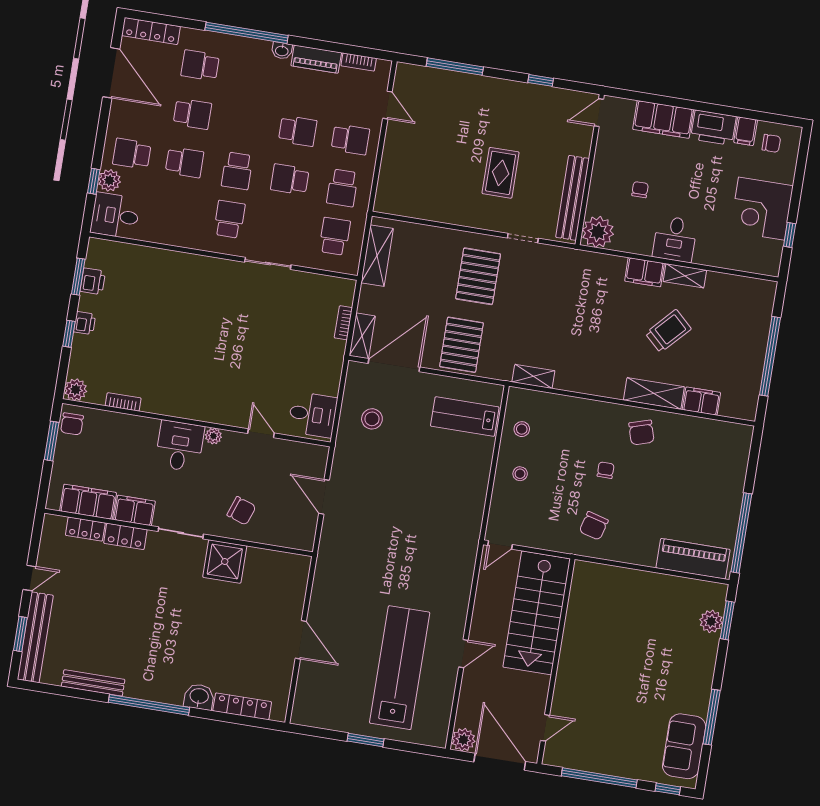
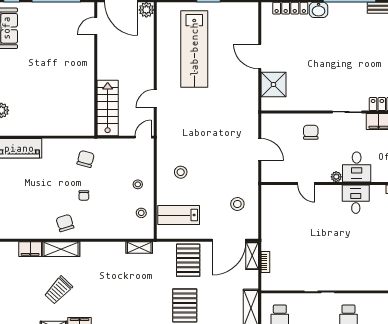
desk: (313, 415) -> (356, 199), moved, turned 90
lab bench: (465, 417) -> (179, 215), turned 180
stool: (451, 482) -> (181, 172), added
chair: (241, 511) -> (311, 132), turned 71
shower: (225, 562) -> (273, 84), moved
stairs: (537, 613) -> (108, 108), width x0.73, depth x0.66
door: (463, 654) -> (155, 99), moved

